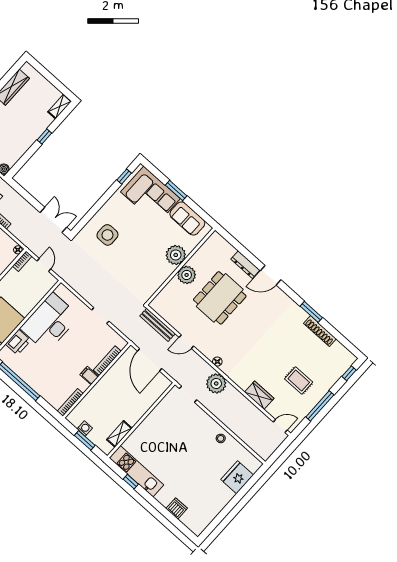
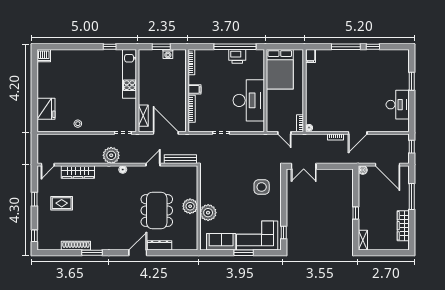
printer: (18, 342) -> (237, 56), moved, turned -90
wardrobe: (259, 395) -> (78, 172), width x1.50
window: (320, 406) -> (34, 199), width x0.46
shelving: (119, 434) -> (143, 116), moved
kitchen unit: (136, 471) -> (129, 74), moved, turned 90
dishwasher: (177, 508) -> (44, 56), moved

